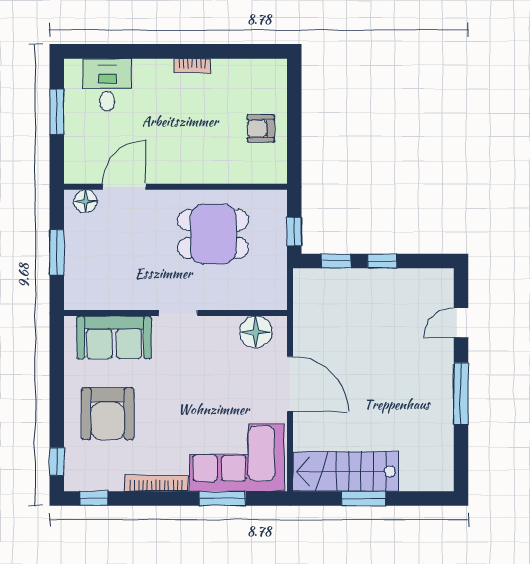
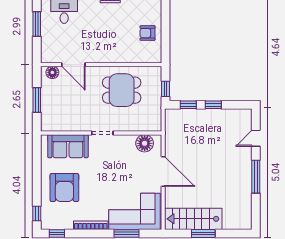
door: (124, 187) -> (73, 65), swing flipped

